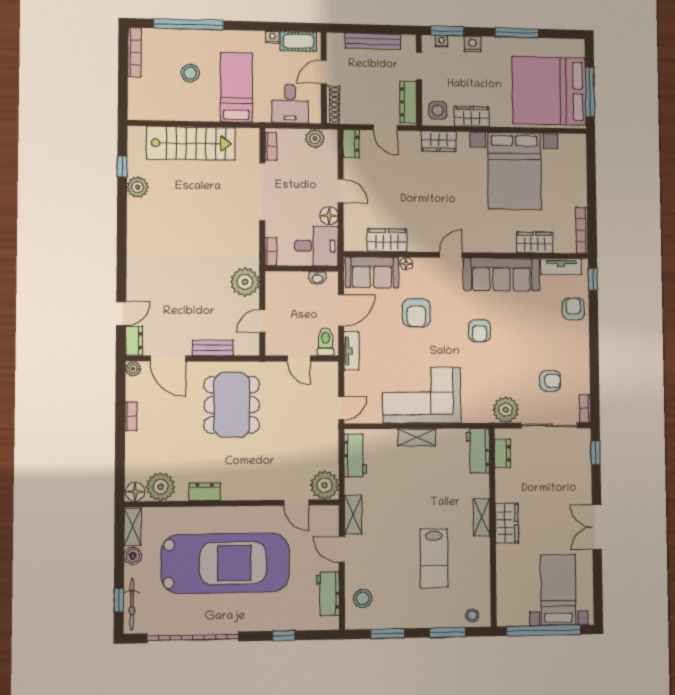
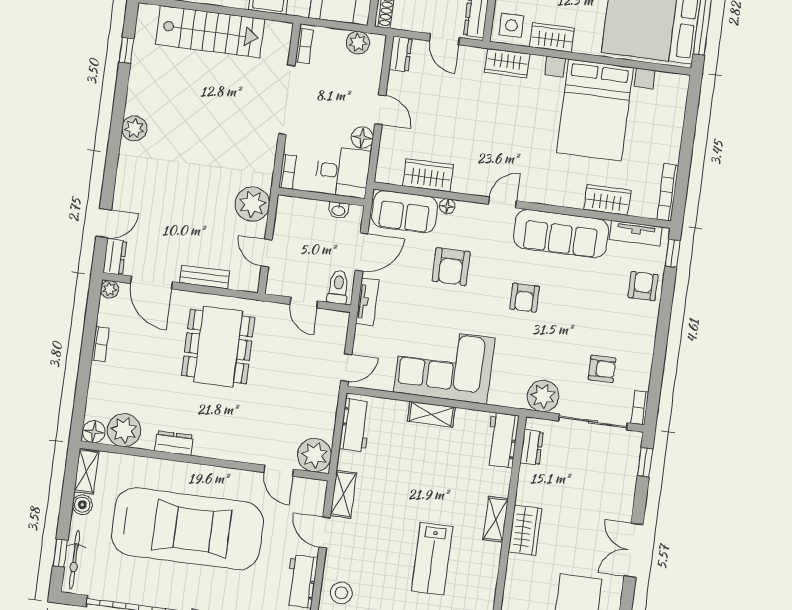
plant: (138, 187) -> (134, 128), moved
door: (262, 321) -> (267, 253), hinge flipped

